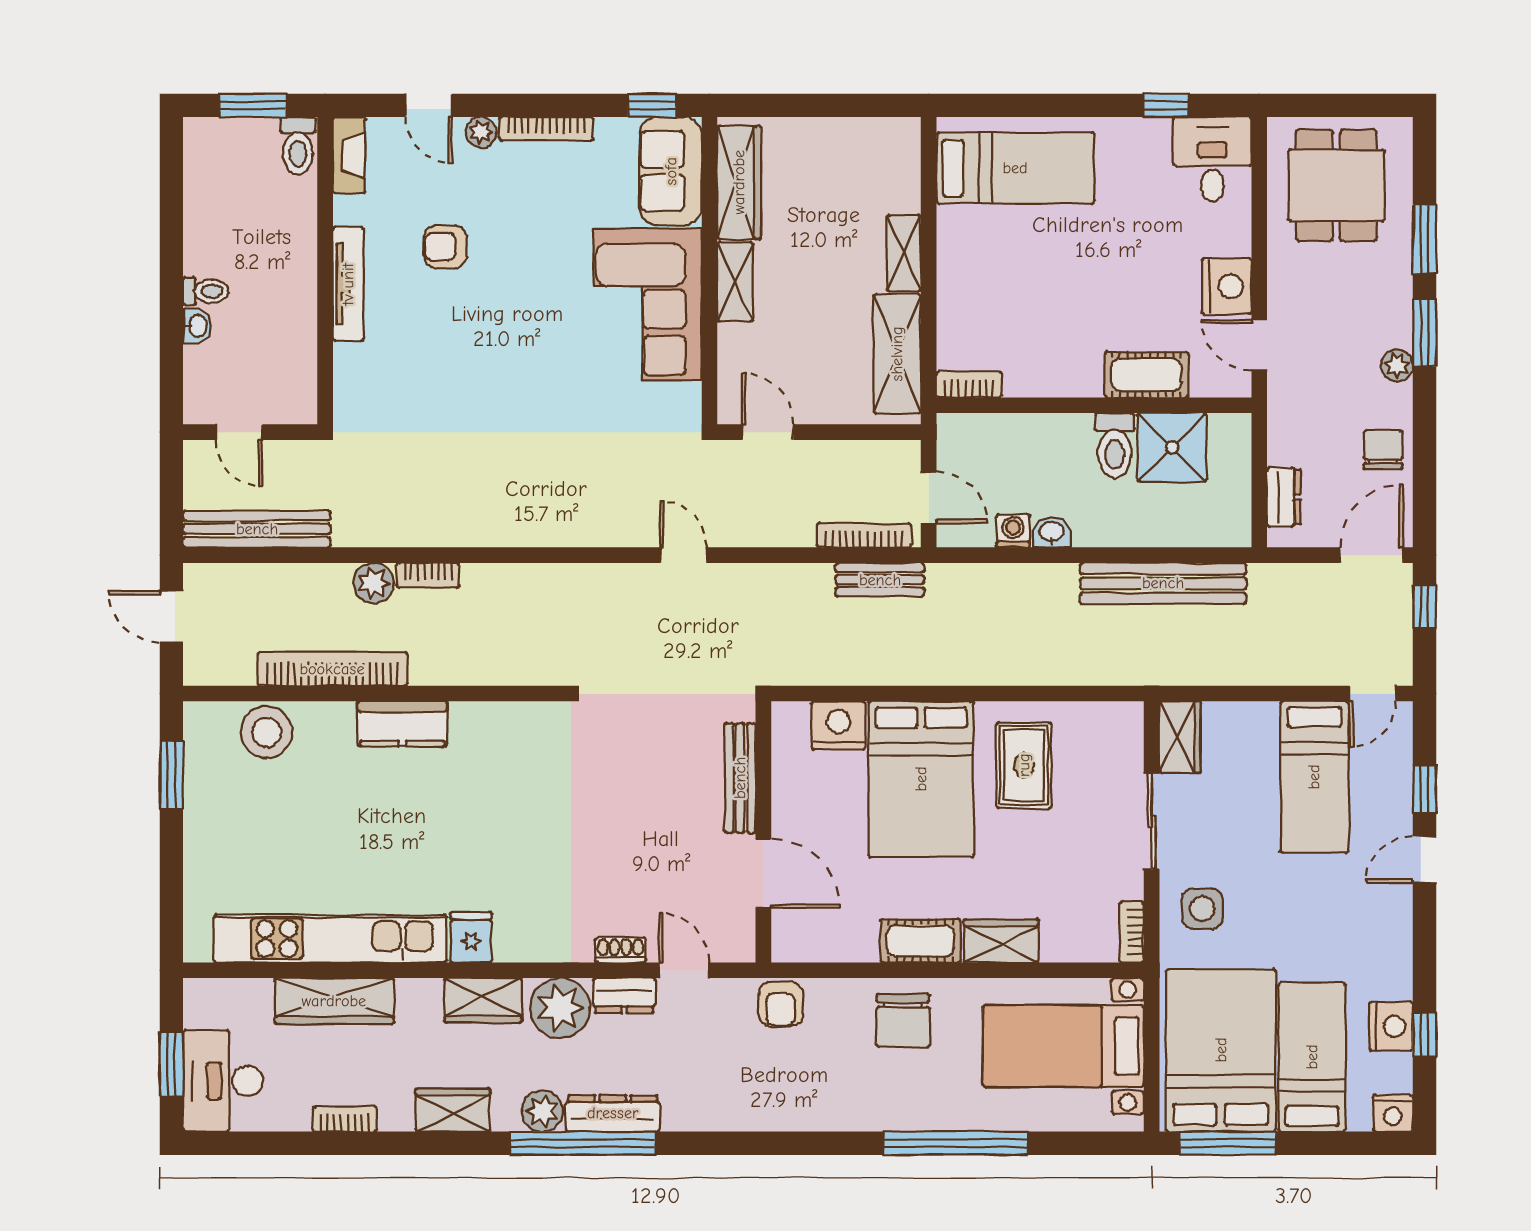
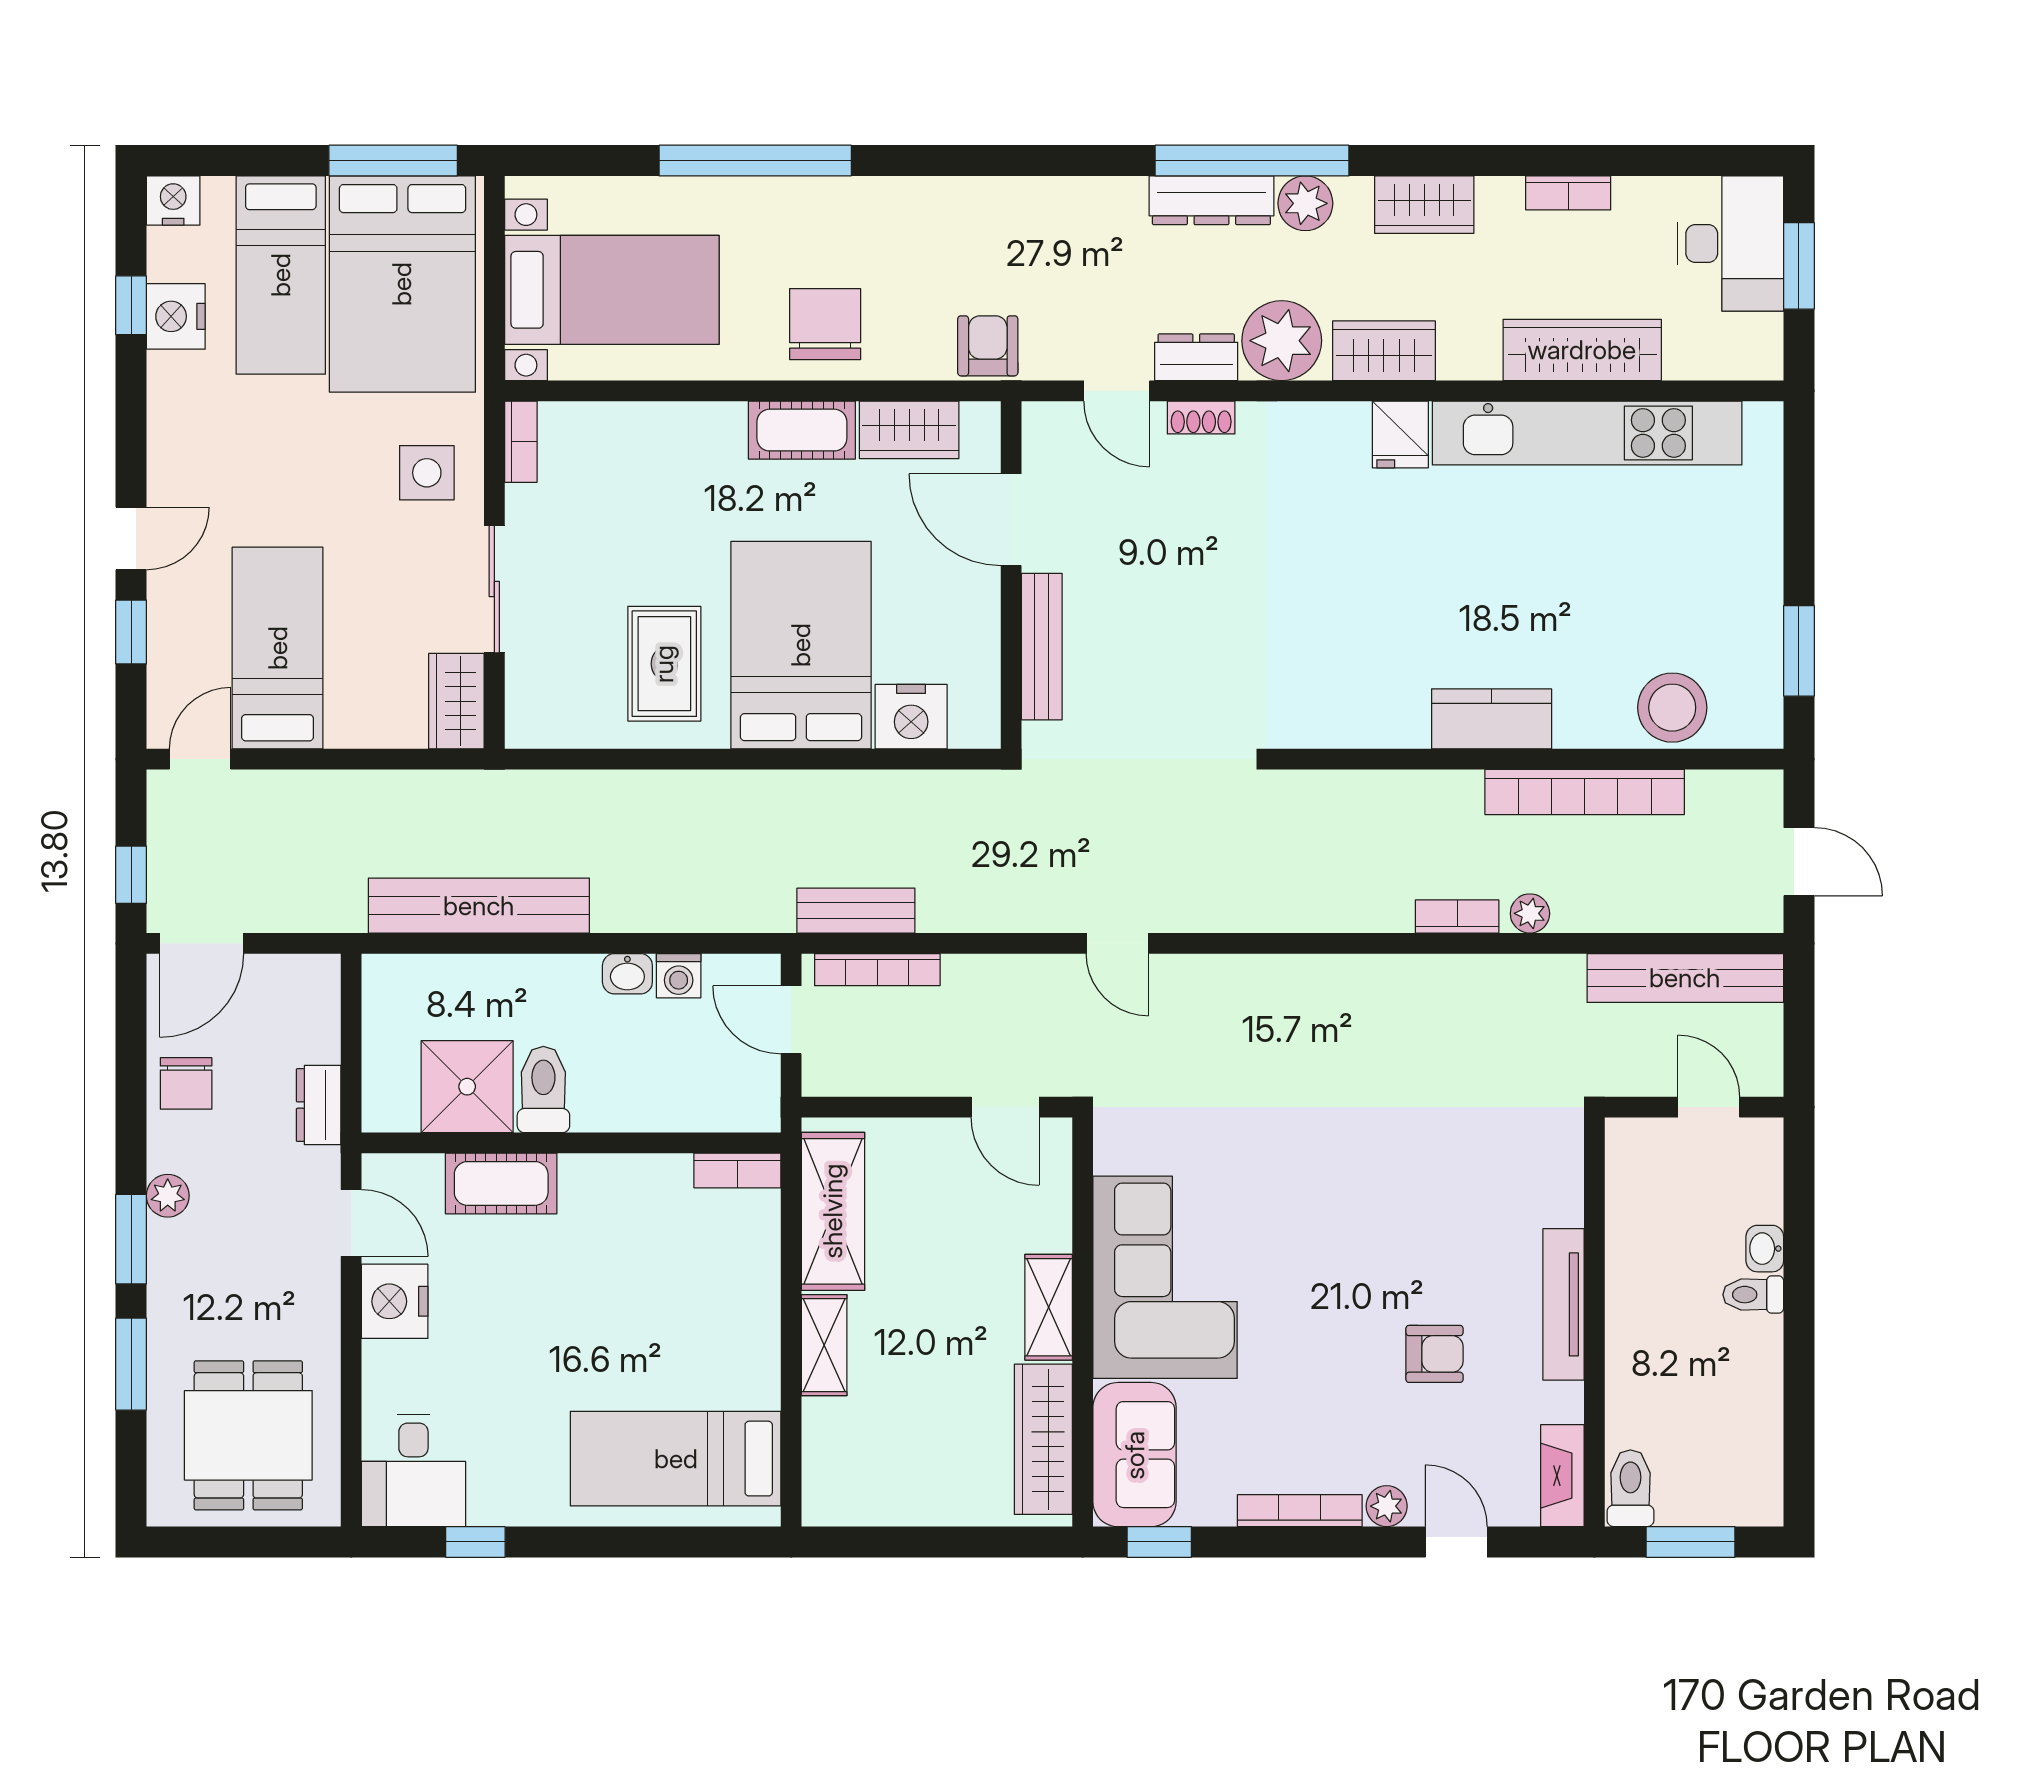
dresser: (1284, 497) -> (319, 1105), moved
plant: (373, 583) -> (1530, 913), width x0.73, depth x0.73
wardrobe: (1001, 941) -> (909, 430), moved

